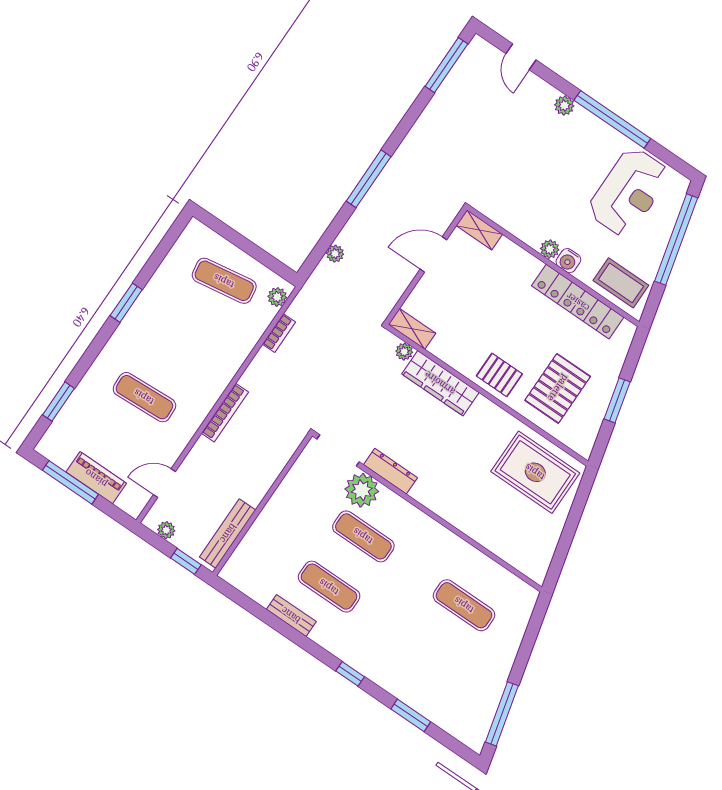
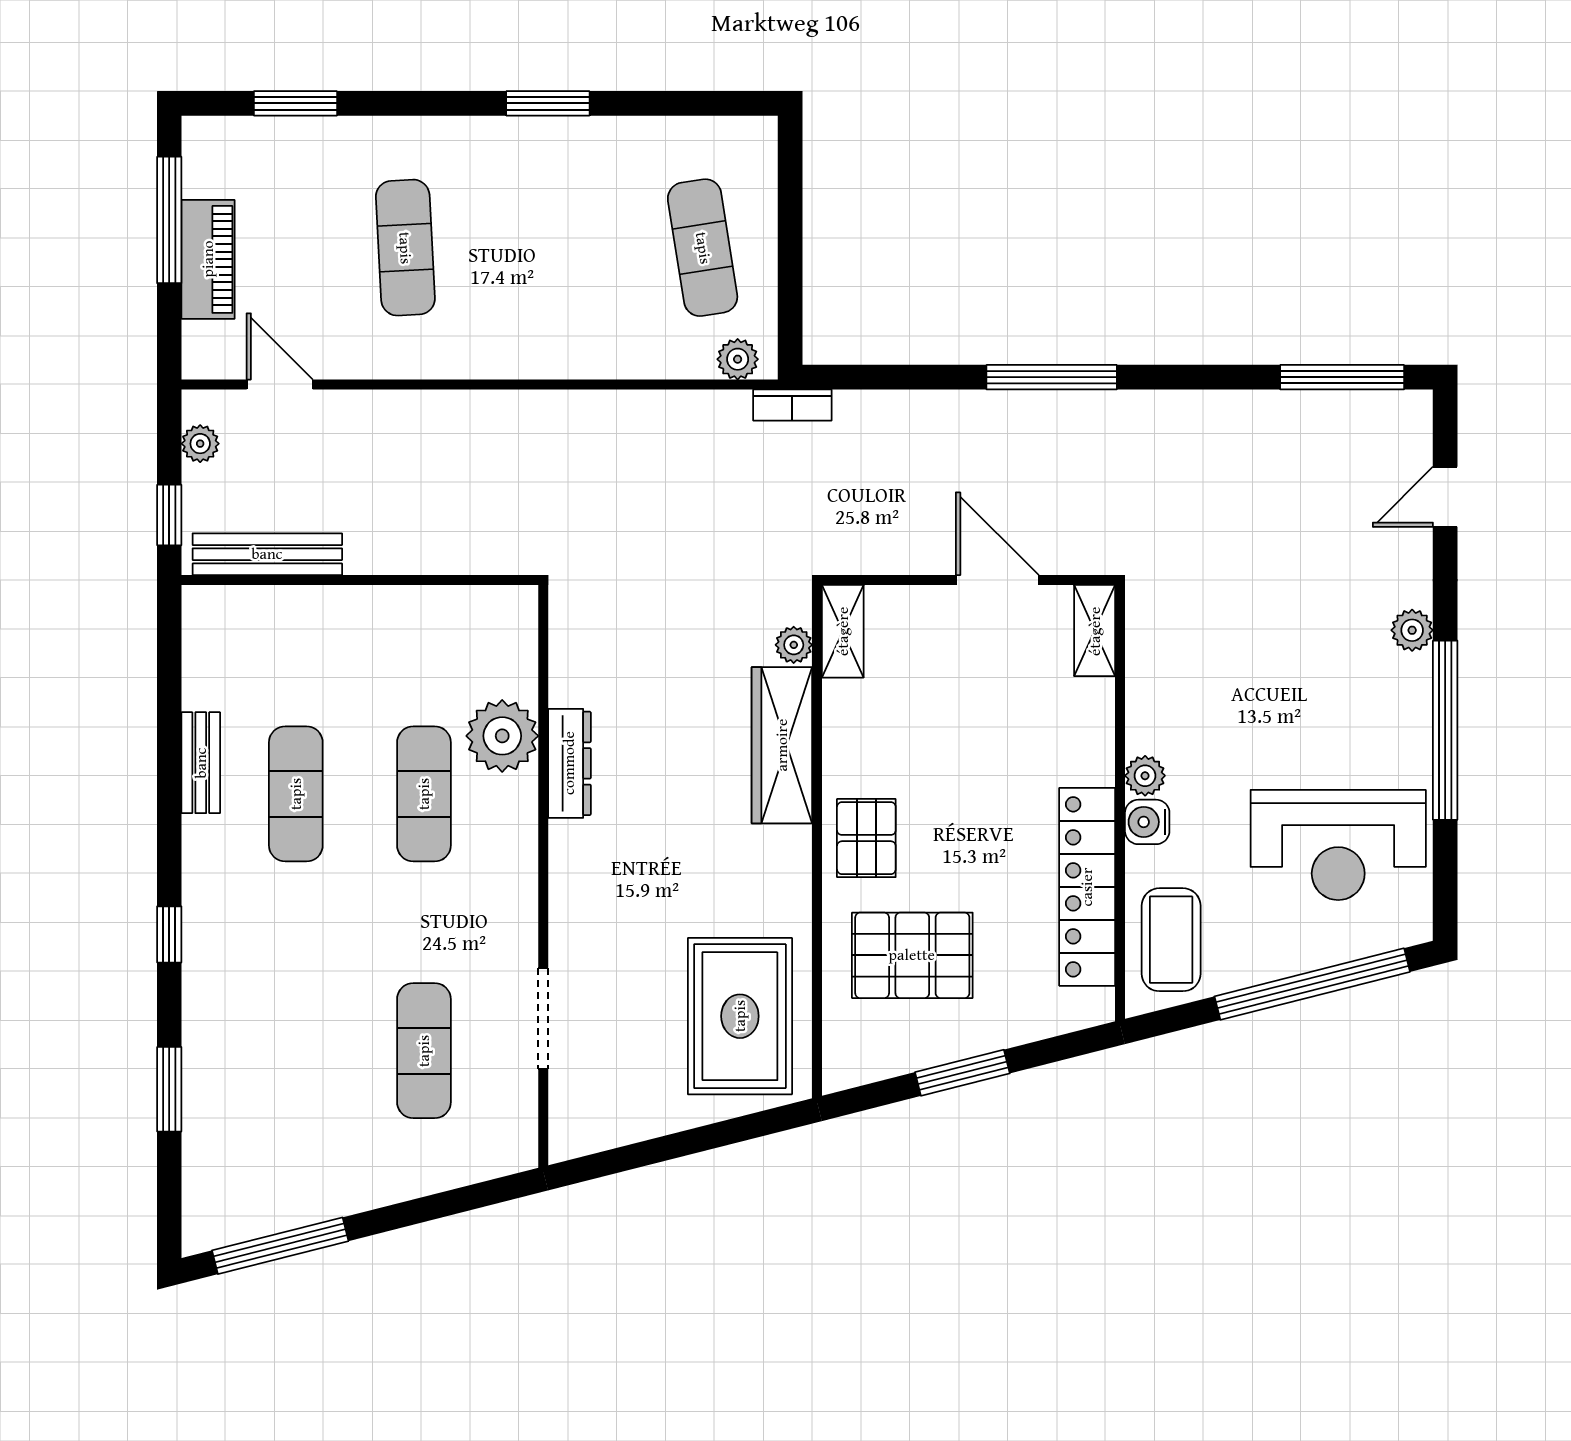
plant: (335, 254) -> (882, 408), removed
bookcase: (279, 333) -> (792, 405), moved
bookcase: (225, 413) -> (474, 406), removed
doorway: (338, 450) -> (543, 1018), moved

